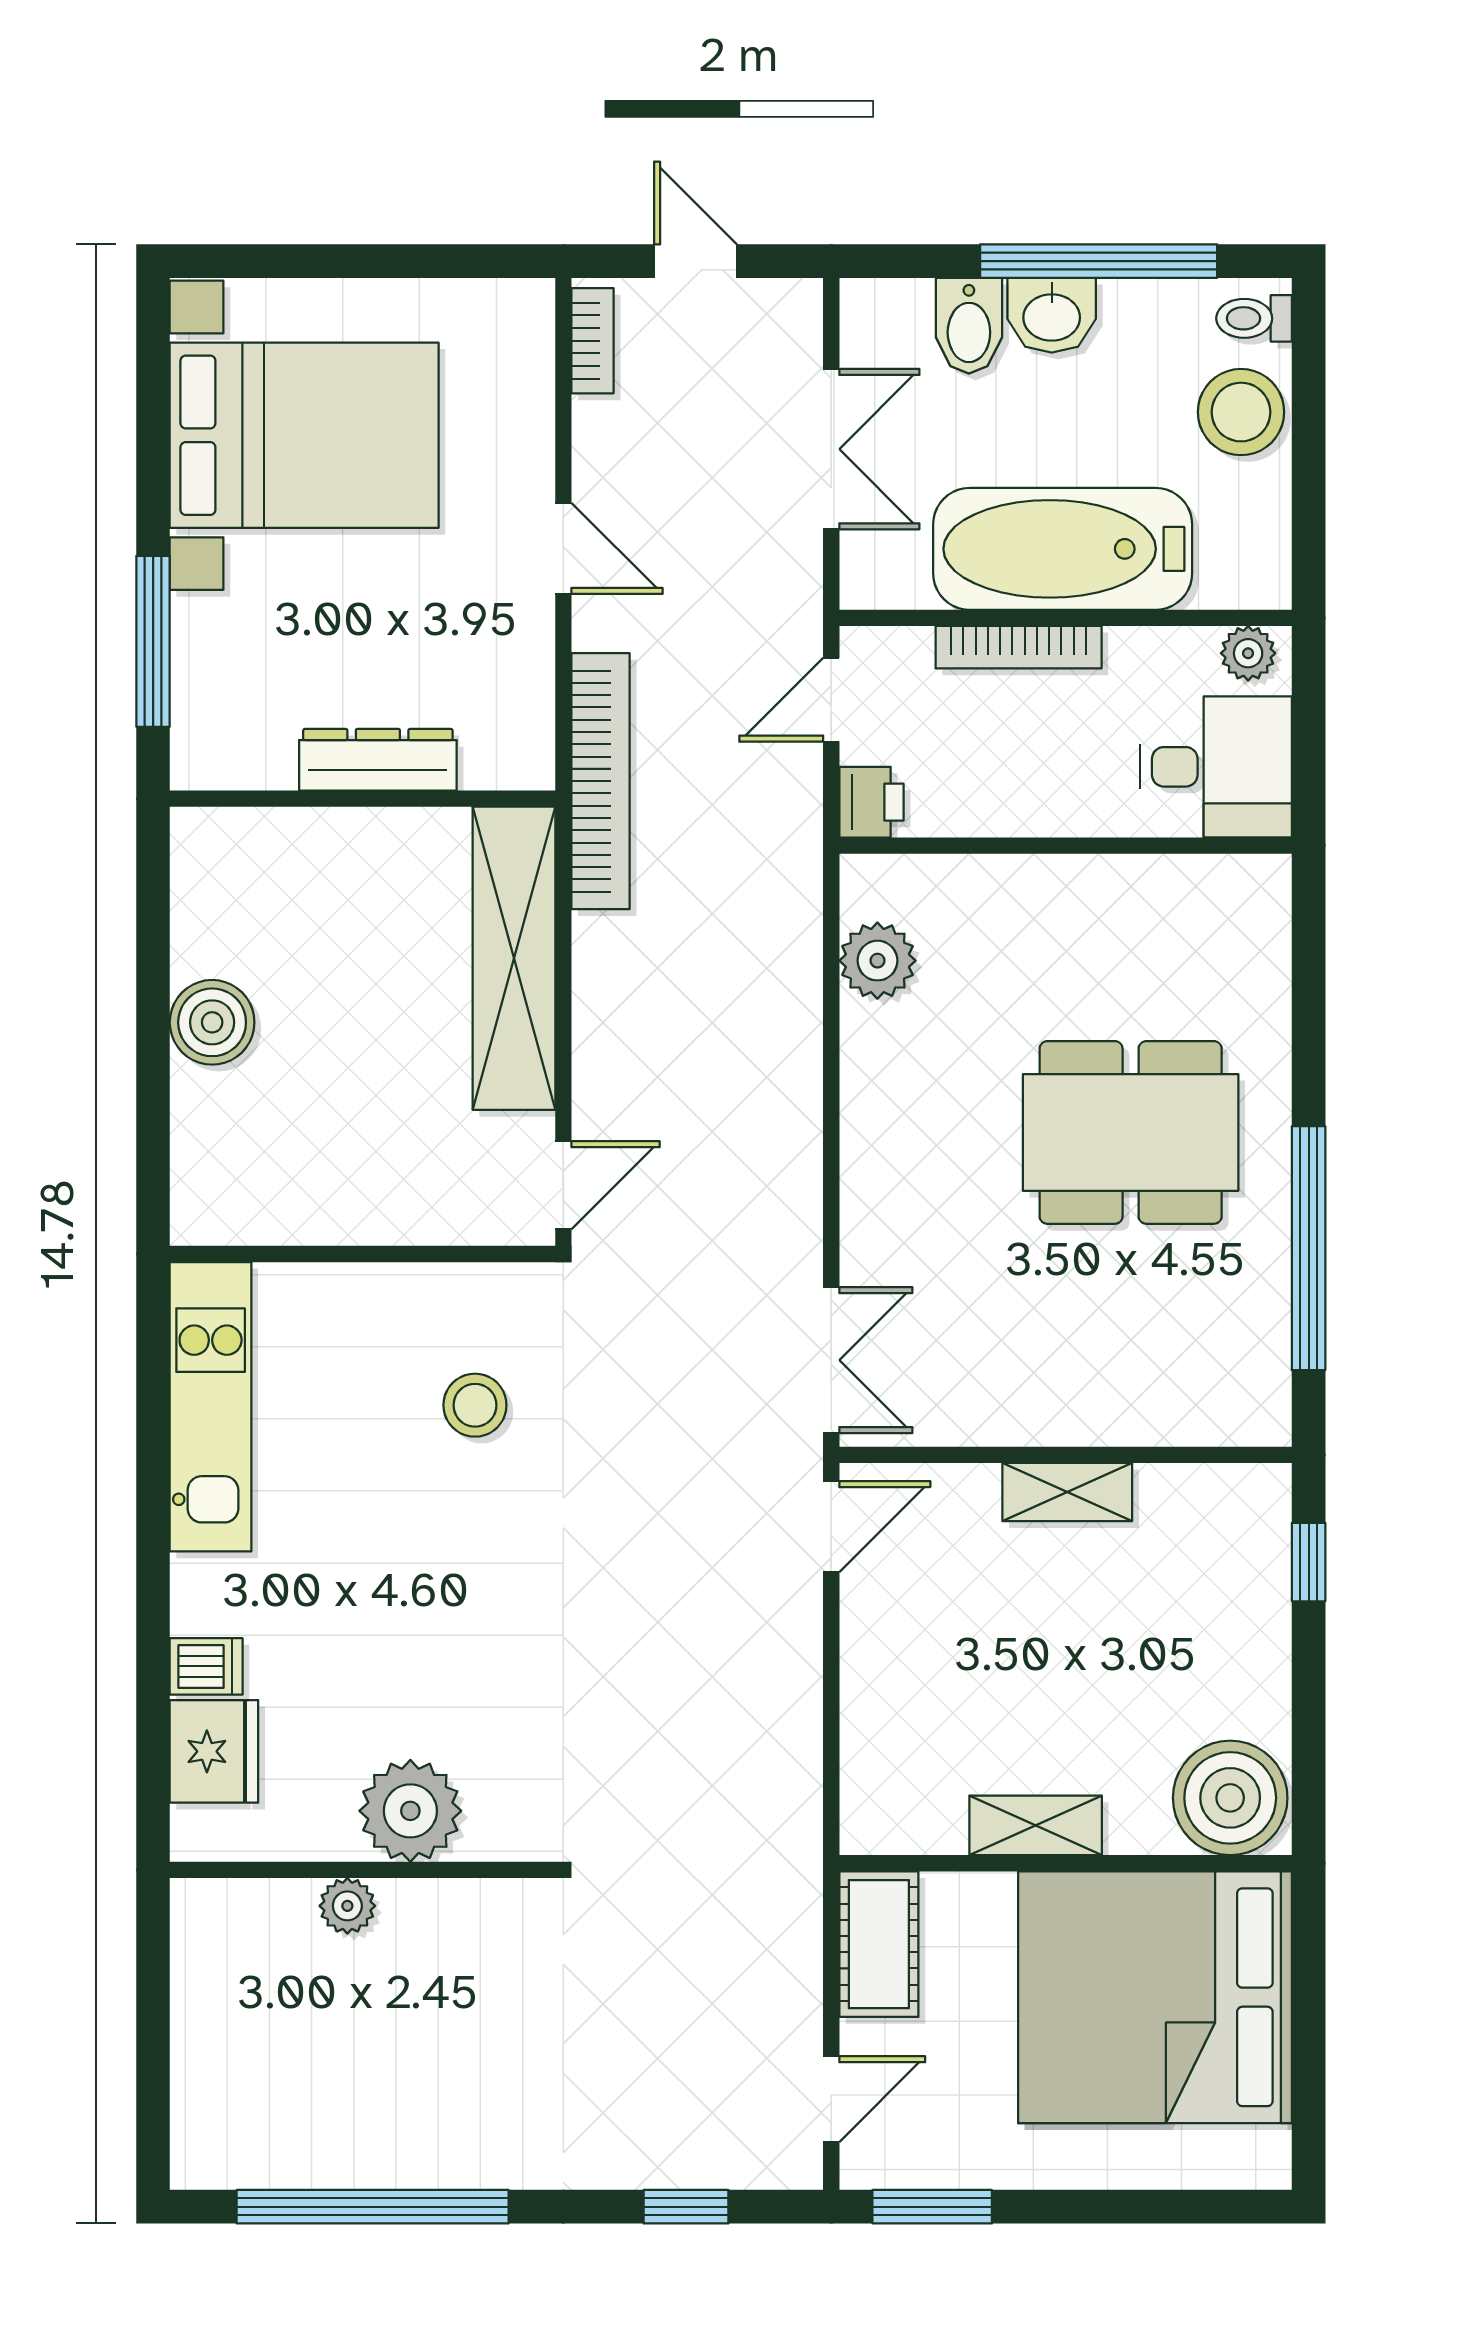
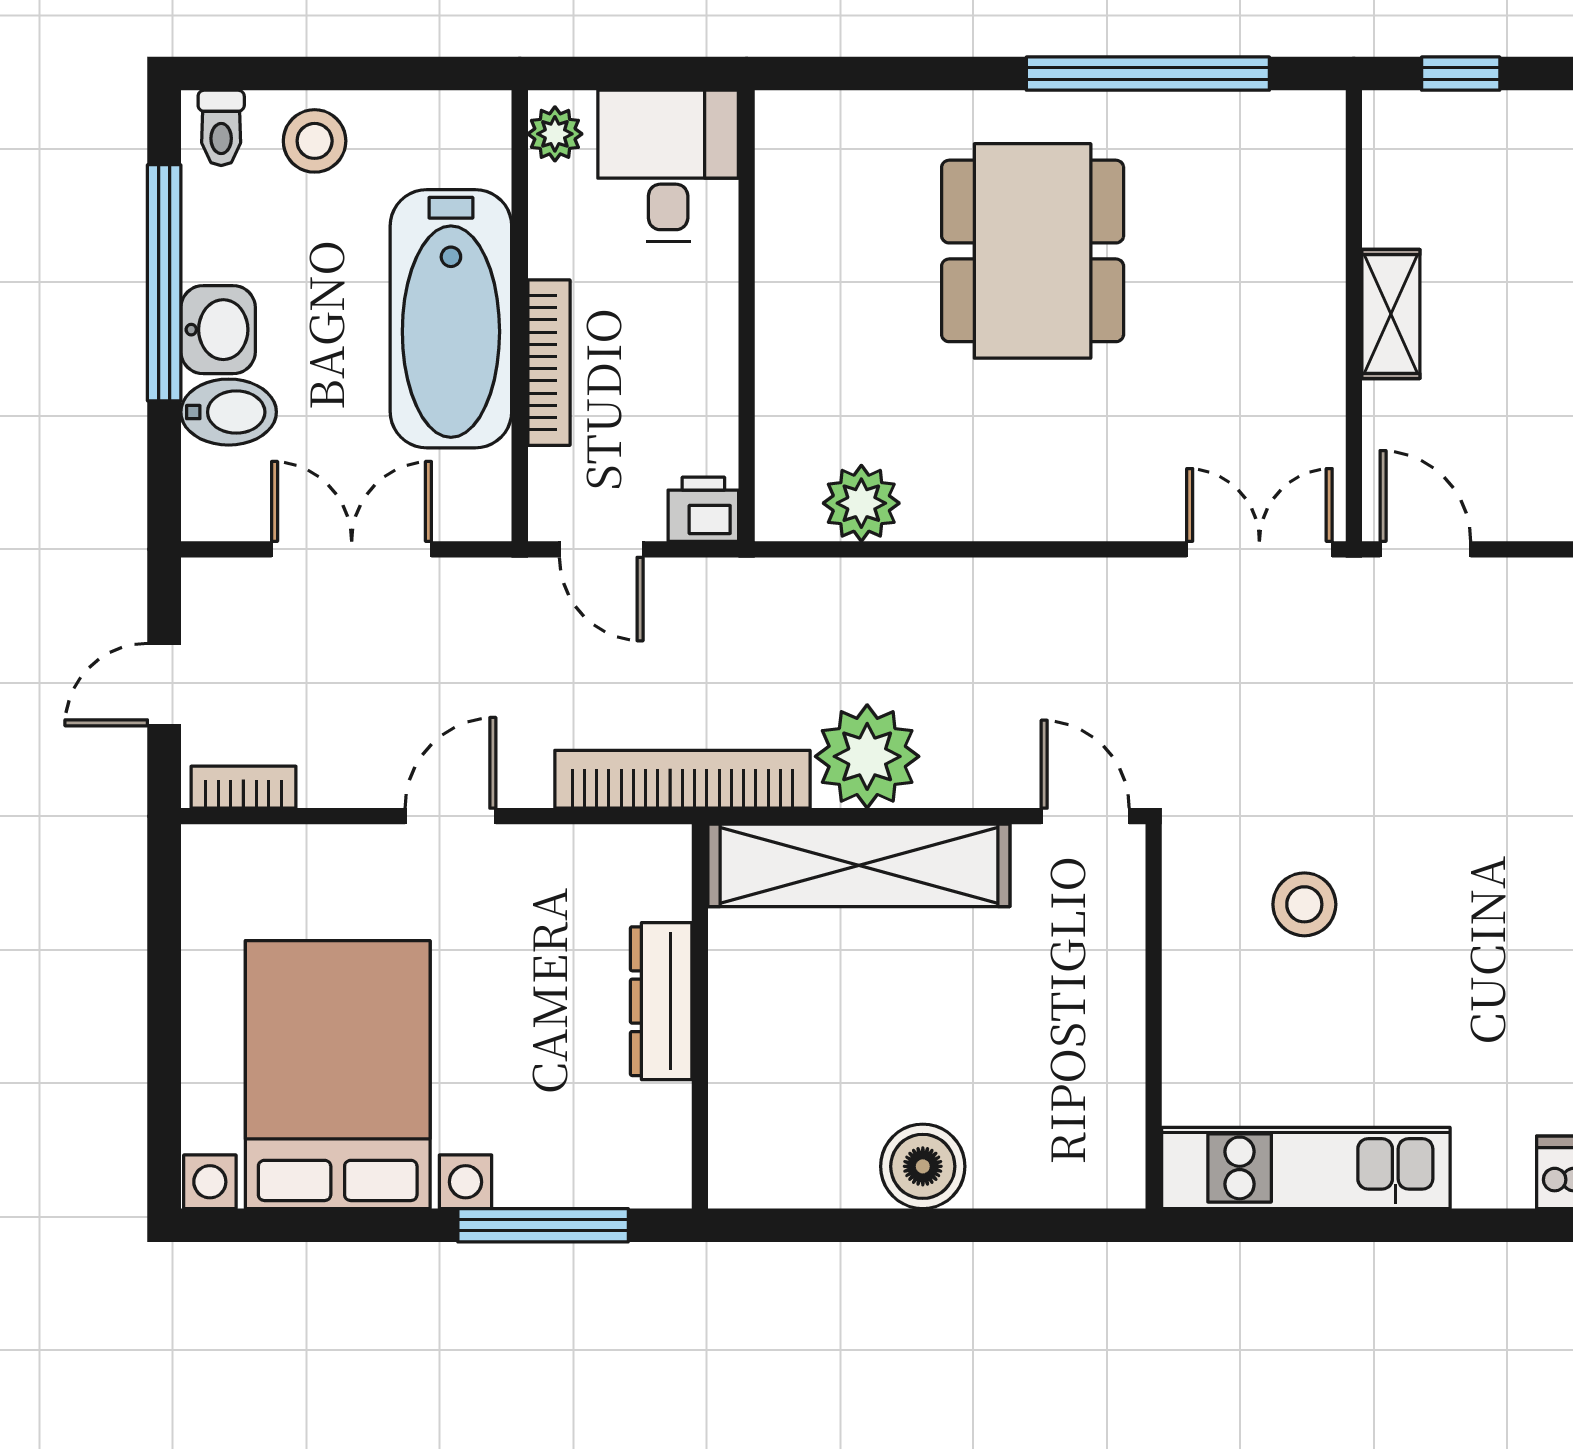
stool: (1241, 412) -> (315, 141), width x0.73, depth x0.73
plant: (623, 967) -> (867, 756), added

